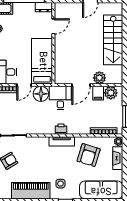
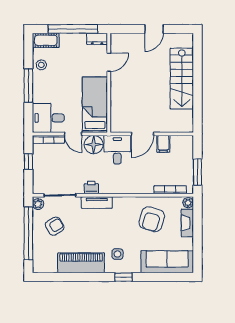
plant: (99, 78) -> (165, 125), removed
door: (24, 85) -> (73, 134), hinge flipped
plant: (111, 93) -> (179, 143), removed
printer: (61, 129) -> (91, 188), moved
tv unit: (62, 141) -> (97, 202), moved

